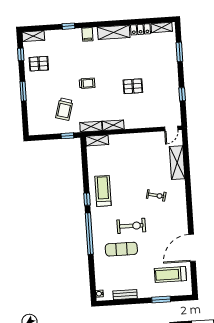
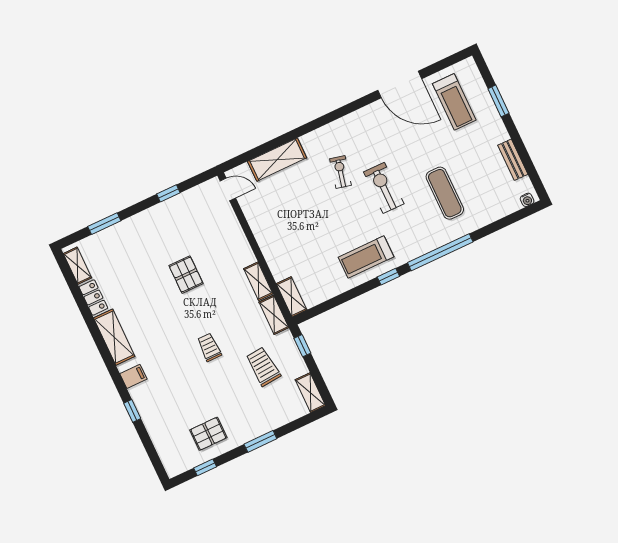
shelving: (33, 36) -> (310, 393), moved
pallet: (39, 64) -> (208, 434), turned 90
trolley: (64, 109) -> (263, 367), turned -111
exercise bike: (131, 226) -> (384, 188), moved

